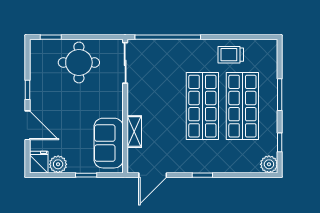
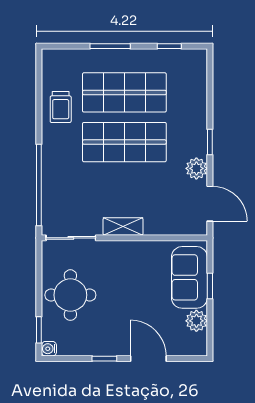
water cooler: (36, 45) -> (49, 349), added
door: (27, 125) -> (148, 359), hinge flipped
shelving: (134, 132) -> (123, 226), moved
sofa: (109, 143) -> (189, 277), moved, turned 90
fridge: (39, 162) -> (194, 345), removed
plant: (269, 164) -> (196, 168), moved

